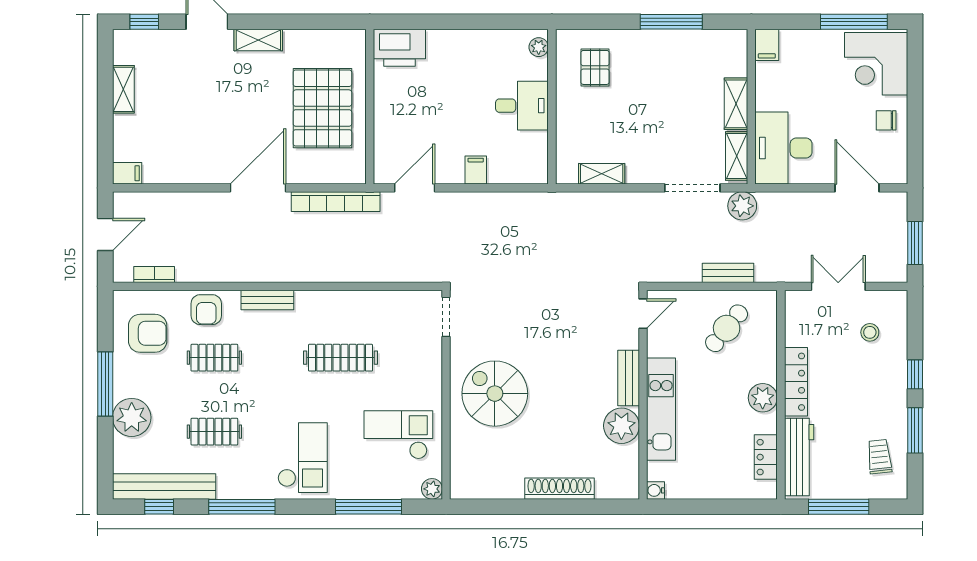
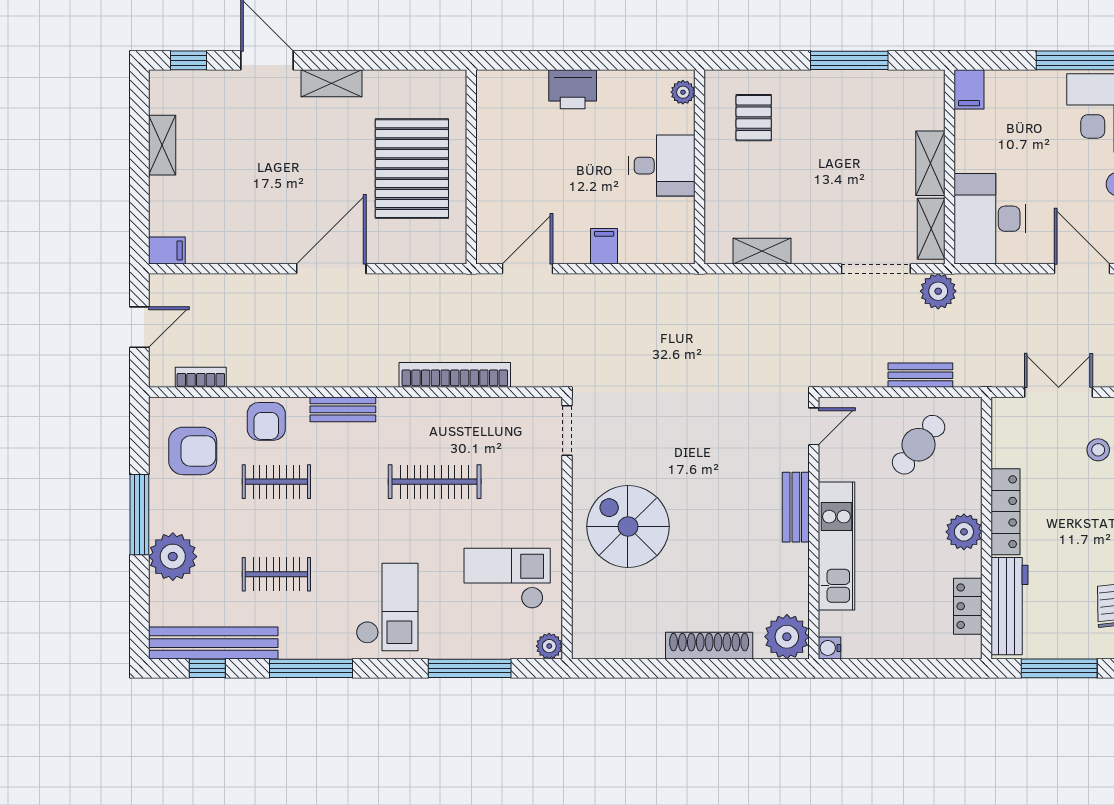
printer: (399, 48) -> (573, 89), moved, width x0.73, depth x0.84
bookcase: (336, 202) -> (455, 375), moved, turned 180
plant: (621, 426) -> (787, 637), moved

